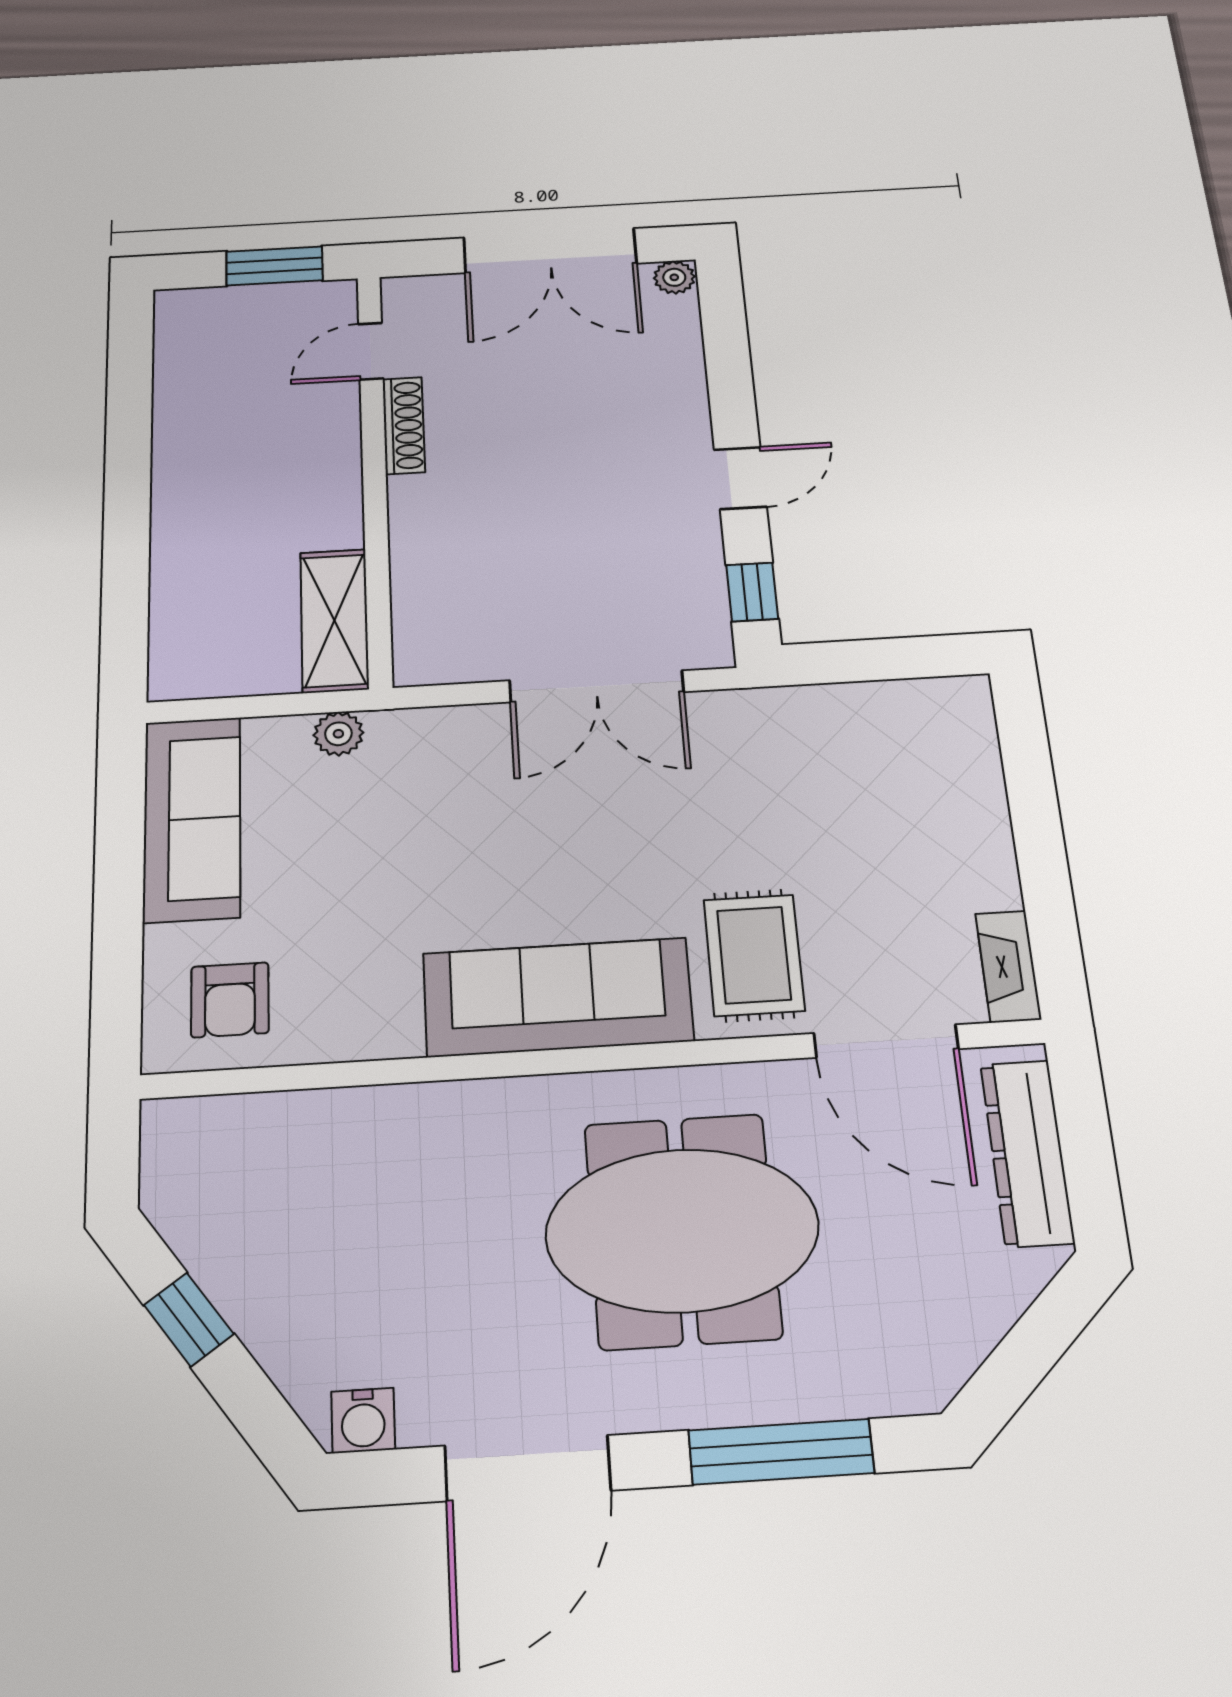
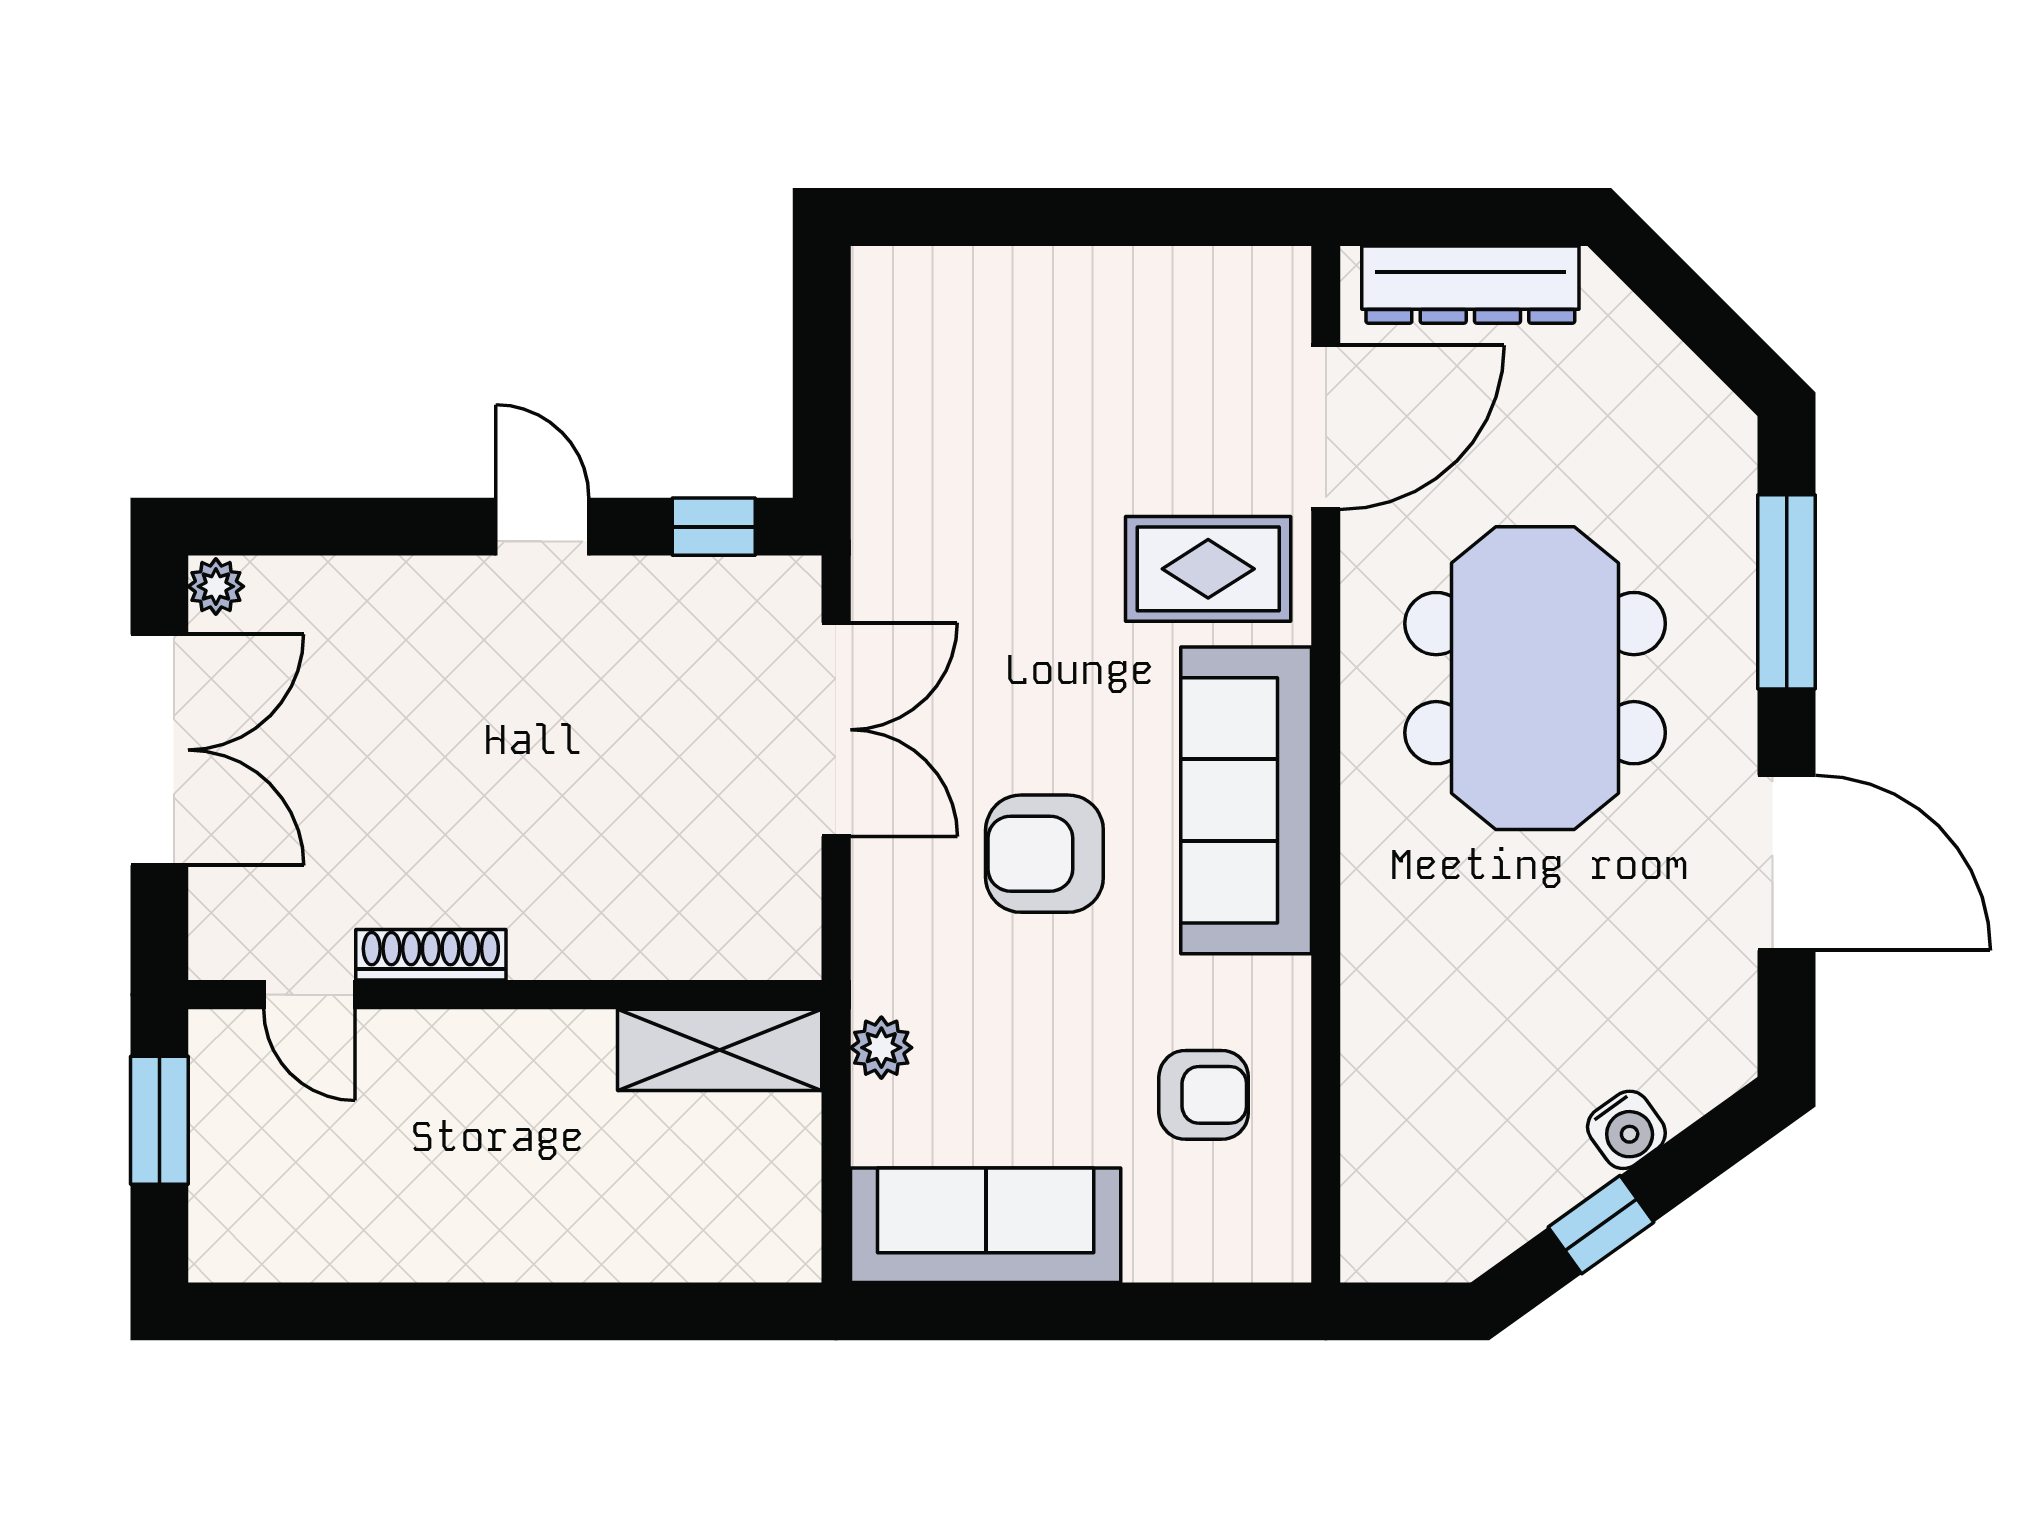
armchair: (504, 844) -> (1044, 854), added
fireplace: (1008, 966) -> (1242, 275), removed
armchair: (230, 1000) -> (1204, 1095), moved
water cooler: (363, 1420) -> (1626, 1130), moved, turned 54

